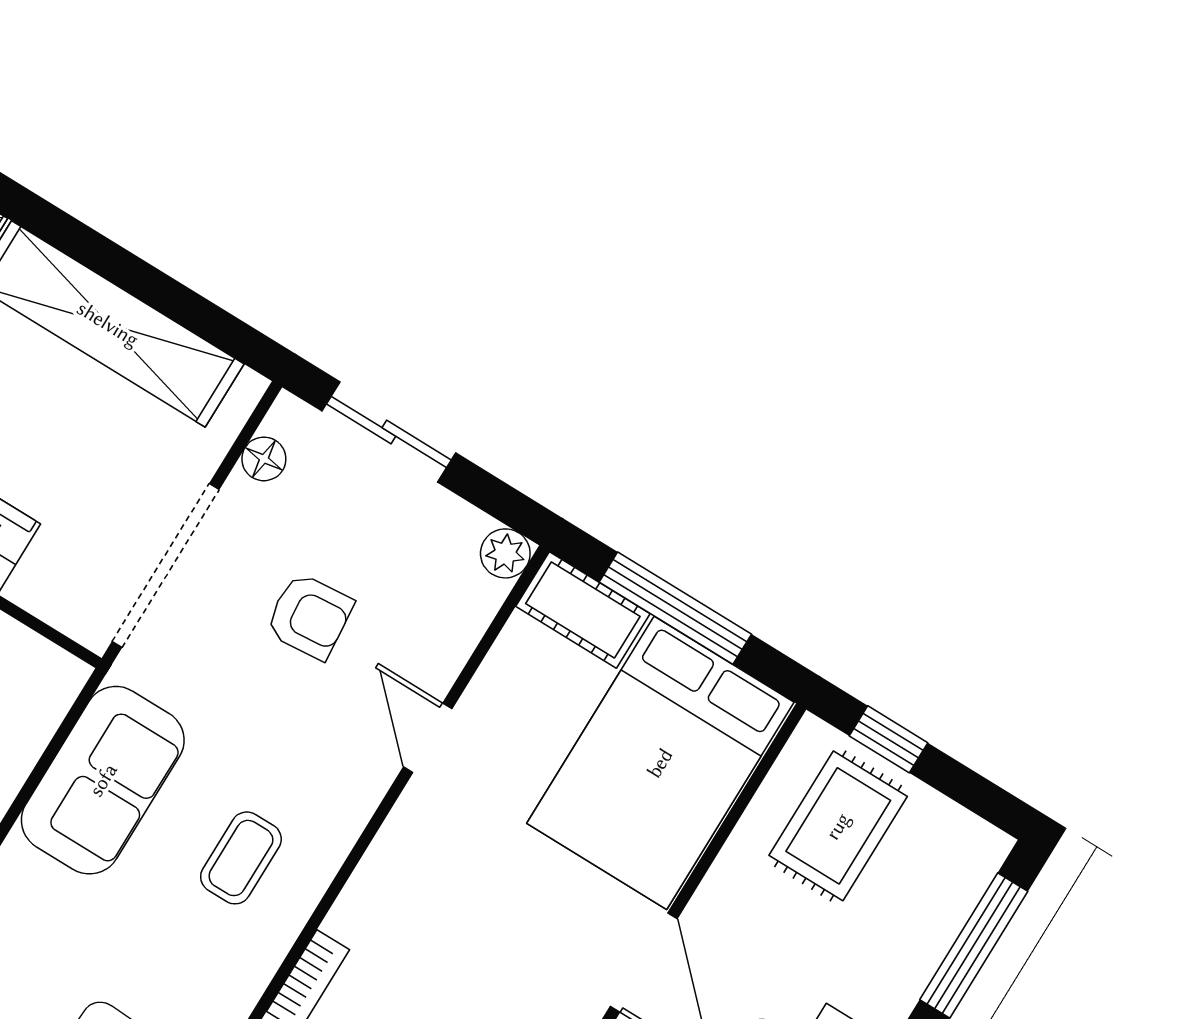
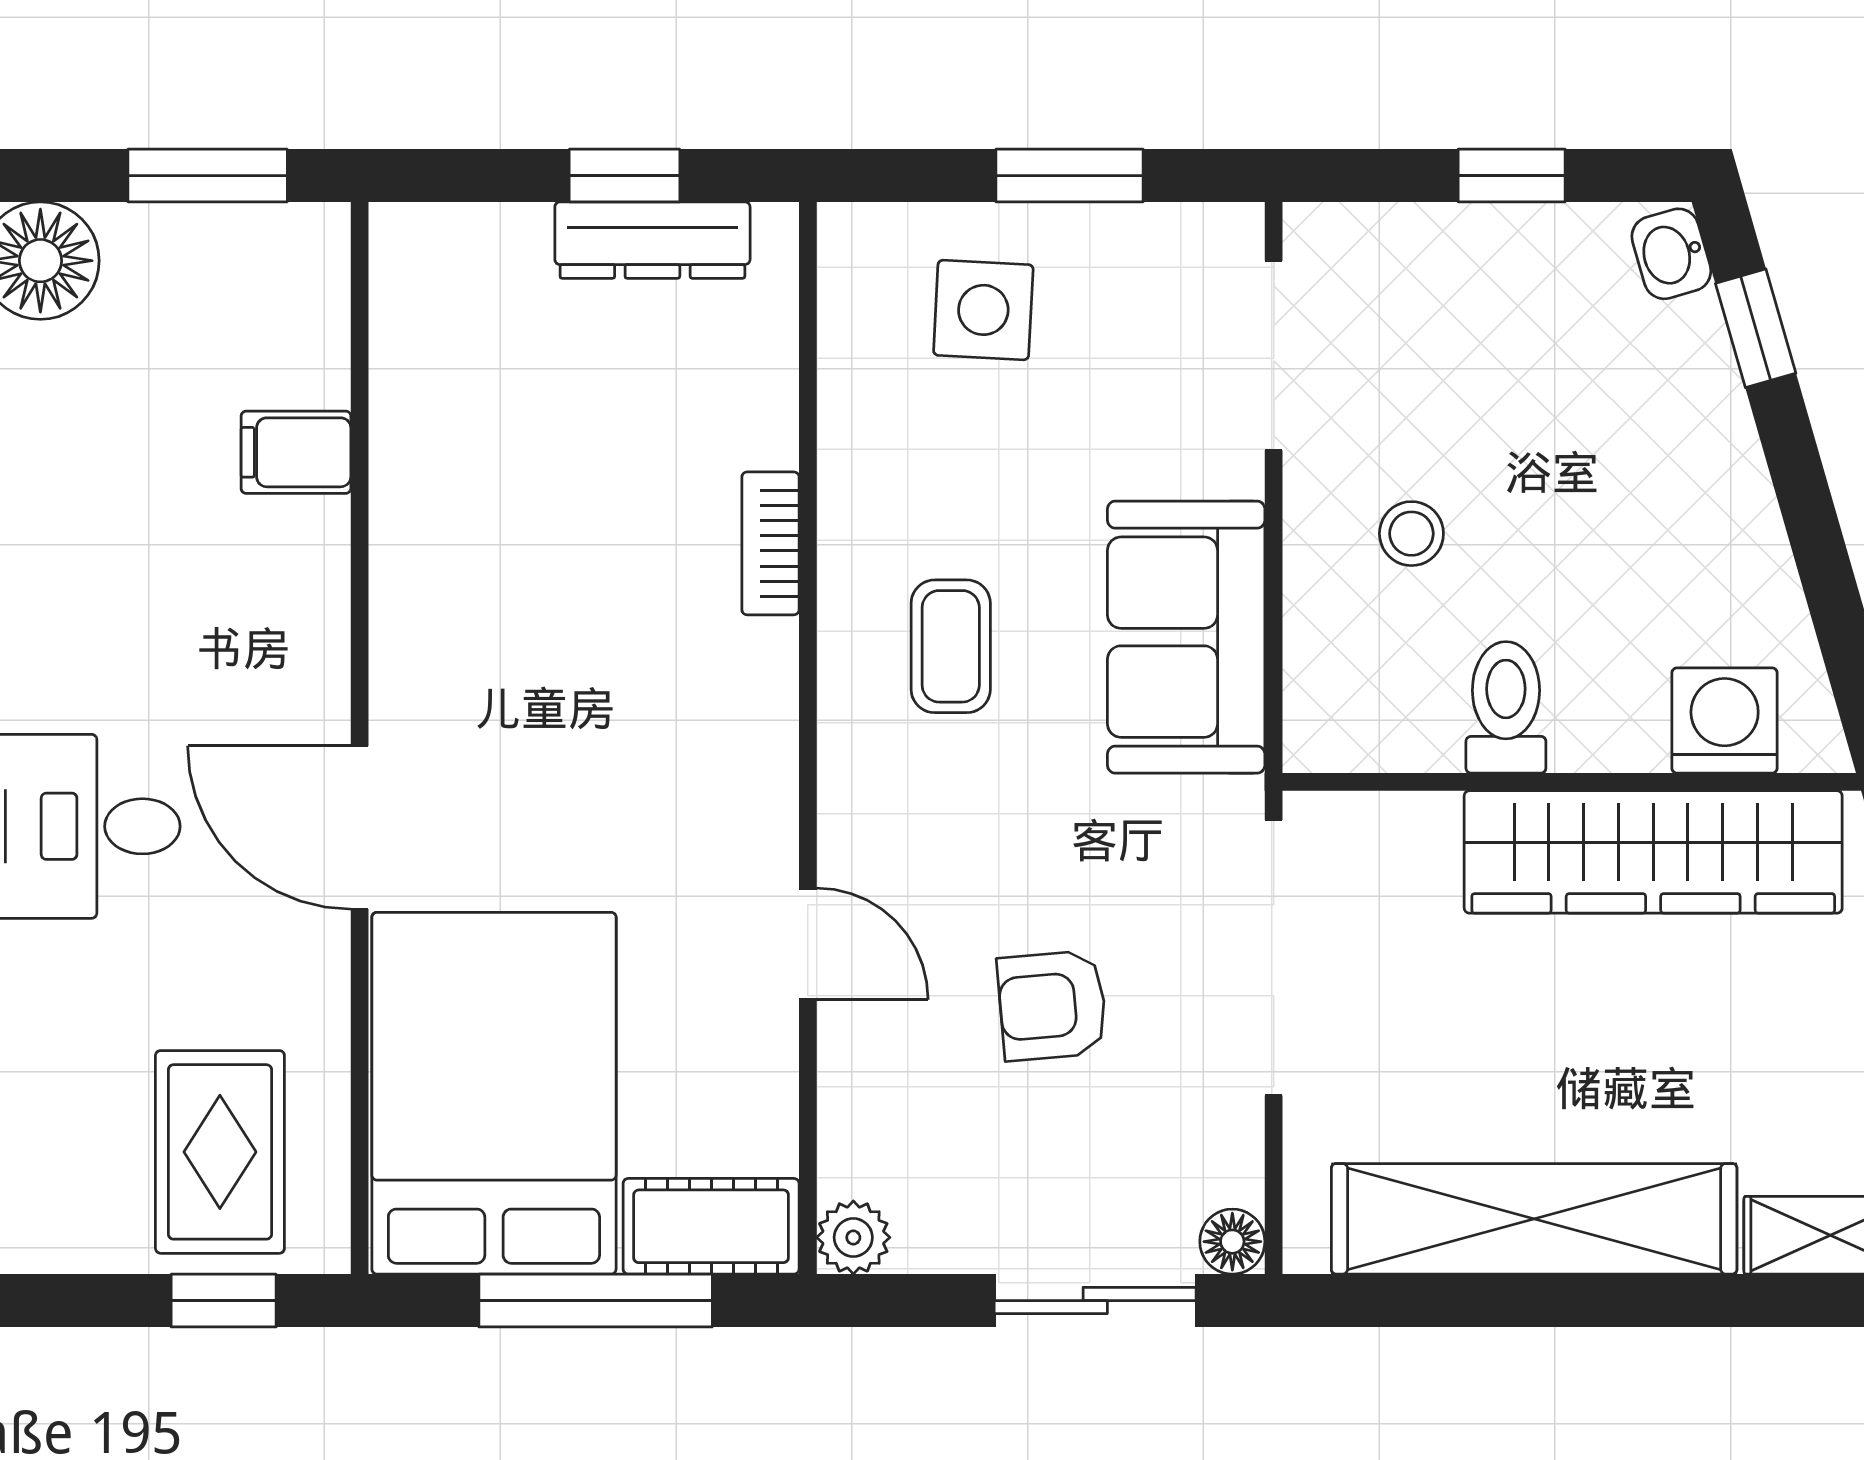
floor lamp: (264, 459) -> (1232, 1242), moved

